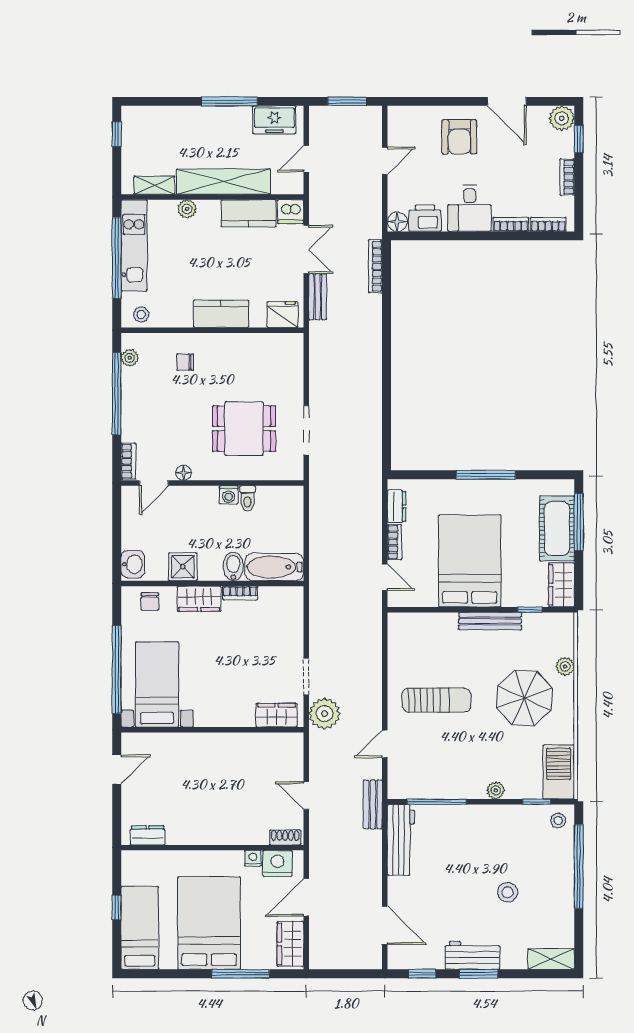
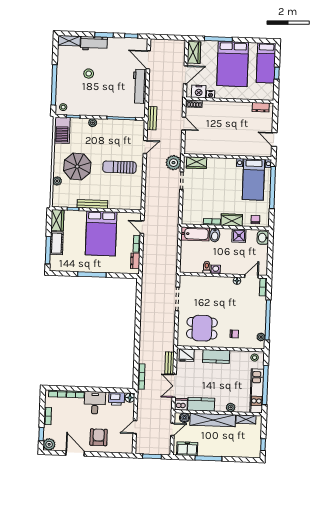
boiler: (282, 184) -> (184, 418), added
dining table: (244, 429) -> (202, 328), moved
cot: (557, 528) -> (57, 243), width x0.73, depth x0.75
door: (117, 769) -> (274, 139), hinge flipped
workbench: (401, 840) -> (140, 86), moved
workbench: (472, 955) -> (94, 43), moved

